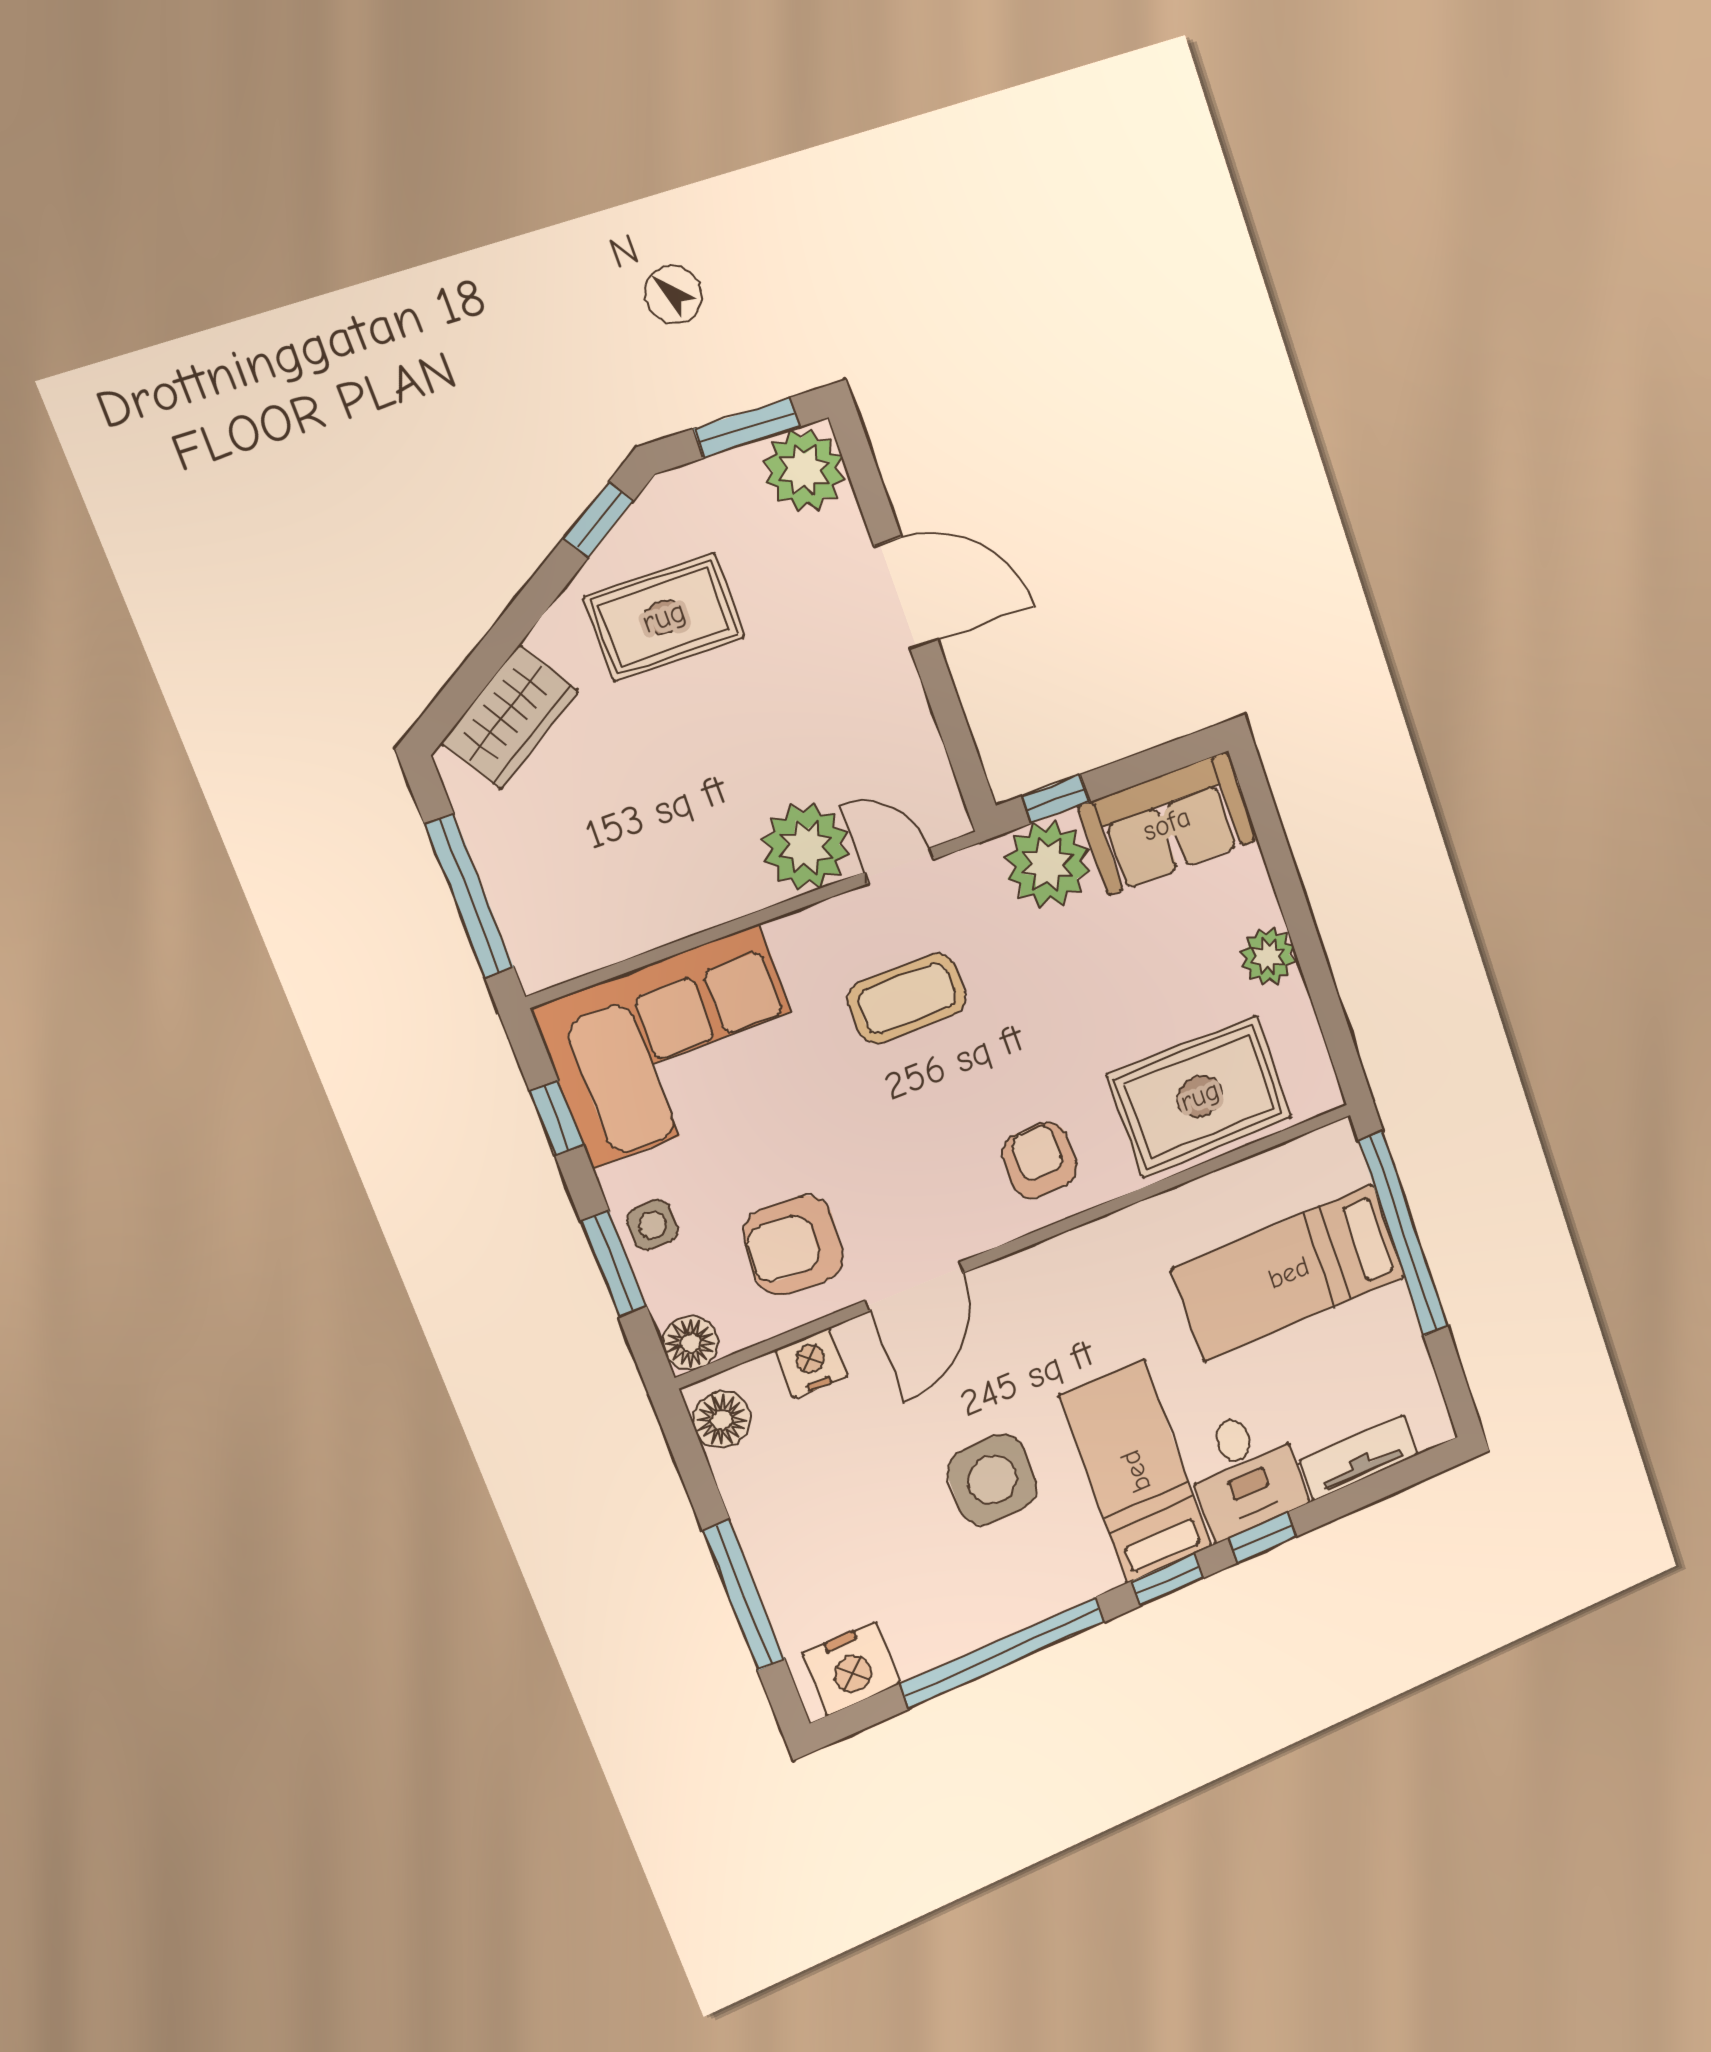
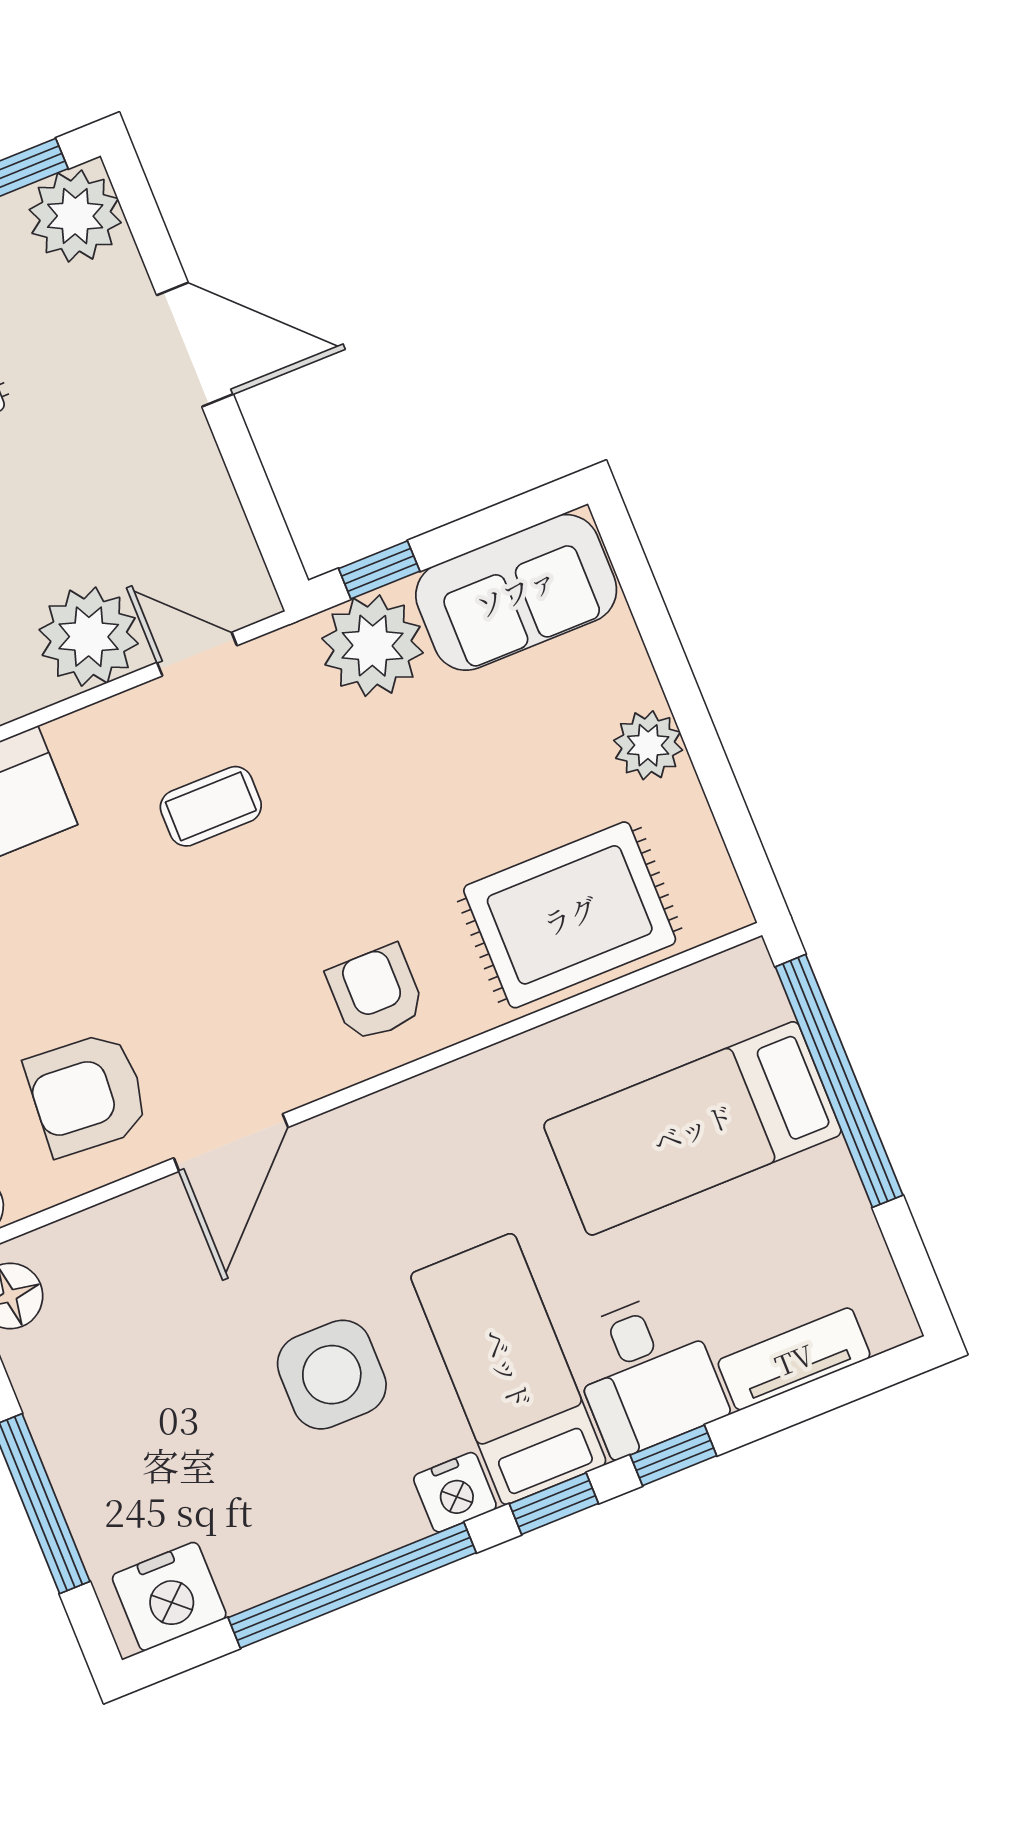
coffee table: (907, 998) -> (211, 806), width x0.73, depth x0.77
nightstand: (811, 1363) -> (455, 1492), moved, turned 180

